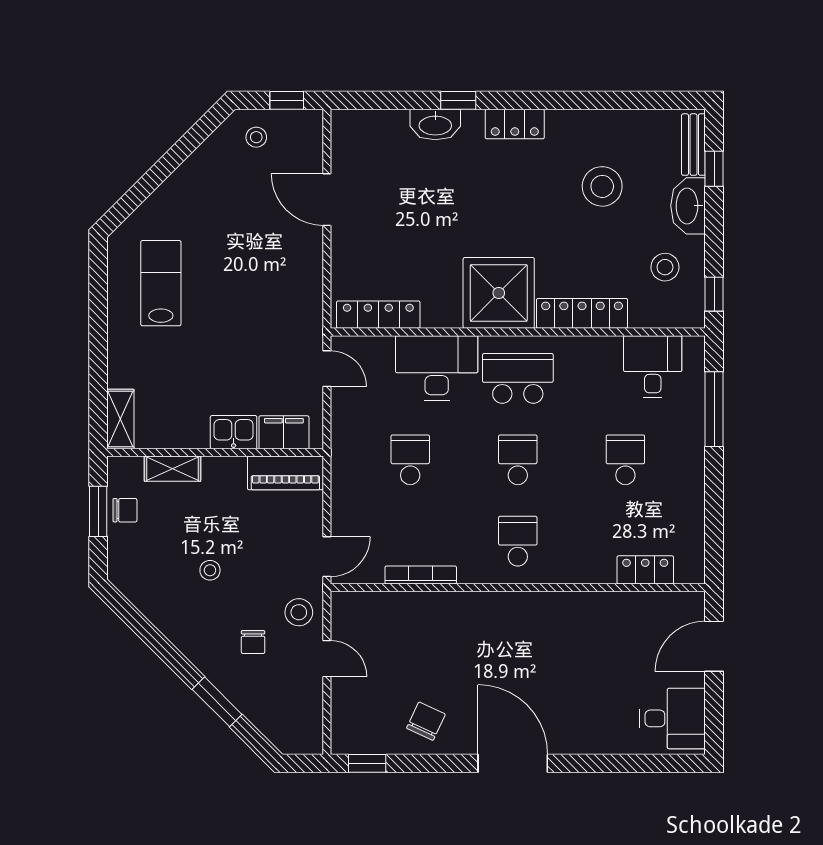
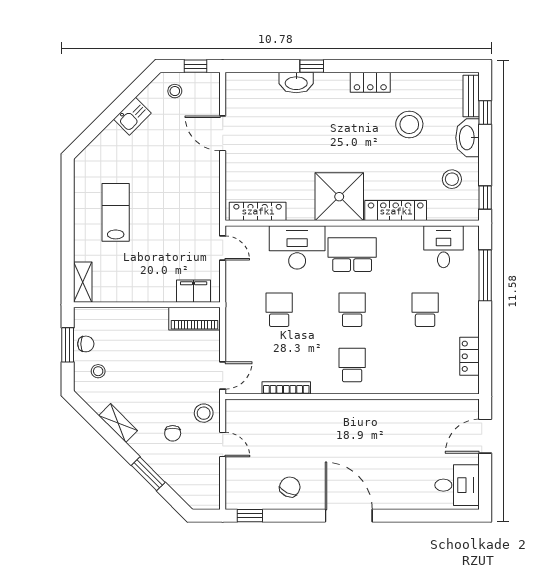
locker: (515, 124) -> (370, 82), moved
lab bench: (161, 283) -> (116, 212), moved
kitchen sink: (234, 432) -> (132, 116), moved, turned 135
shelving: (172, 469) -> (118, 423), moved, turned 45
stool: (210, 570) -> (98, 371), moved
locker: (645, 570) -> (470, 356), moved, turned -90

